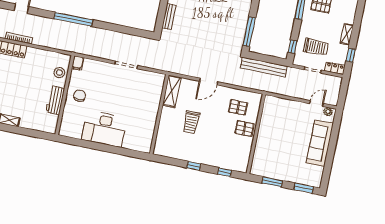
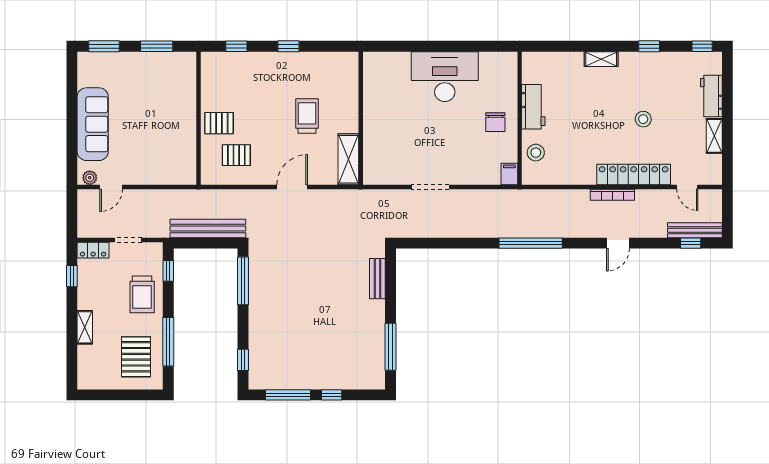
shelving: (347, 34) -> (85, 327), moved
trolley: (316, 47) -> (142, 294), moved, turned -90

